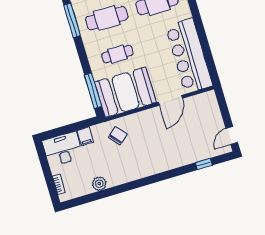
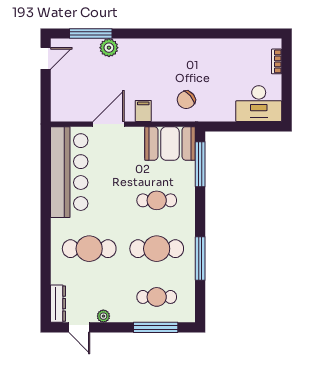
booth: (125, 92) -> (170, 143), width x0.73, depth x0.70
filing cabinet: (85, 136) -> (143, 111), moved
window: (204, 164) -> (91, 34), width x2.17
plant: (99, 184) -> (109, 48), moved

